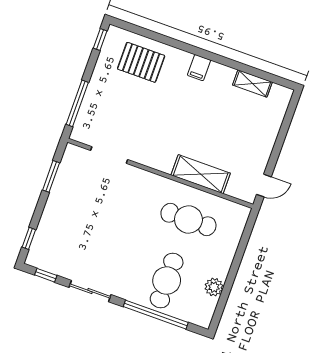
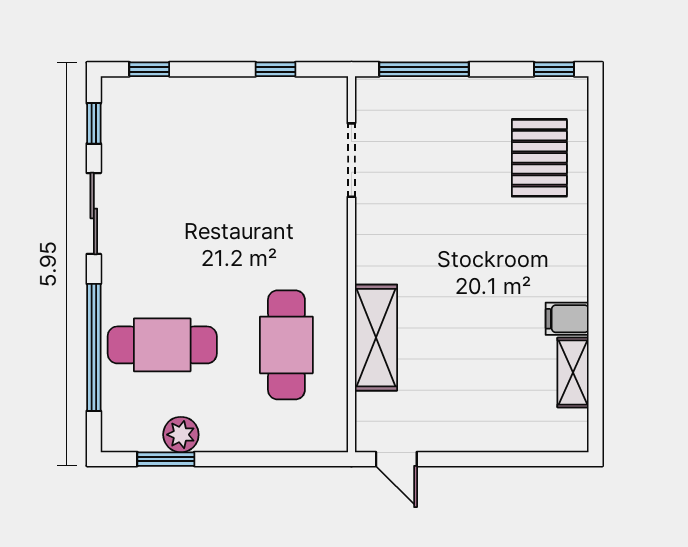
filing cabinet: (199, 68) -> (567, 319), moved
window: (51, 176) -> (275, 69), width x0.67
window: (223, 299) -> (166, 459), added

